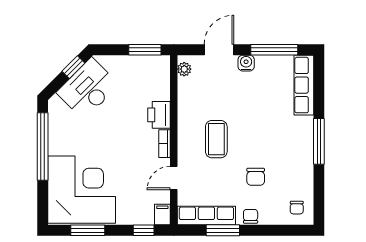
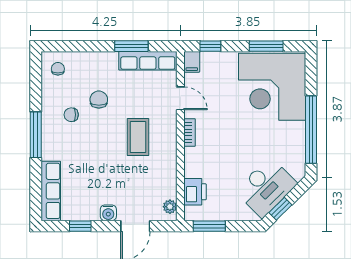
window: (274, 50) -> (80, 226), width x0.46
printer: (159, 115) -> (195, 192), moved
door: (174, 178) -> (180, 98), hinge flipped
chair: (251, 216) -> (71, 115), moved, turned 90

